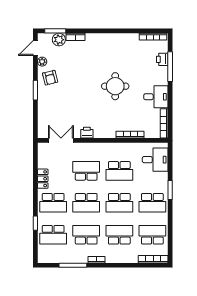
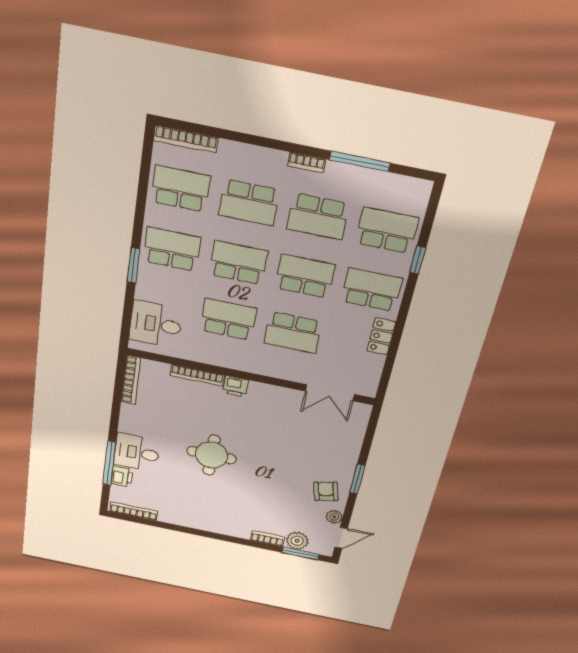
desk: (156, 97) -> (137, 453), moved
printer: (87, 133) -> (236, 386), moved
school desk: (152, 235) -> (180, 189), turned 180

